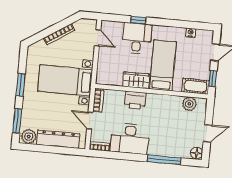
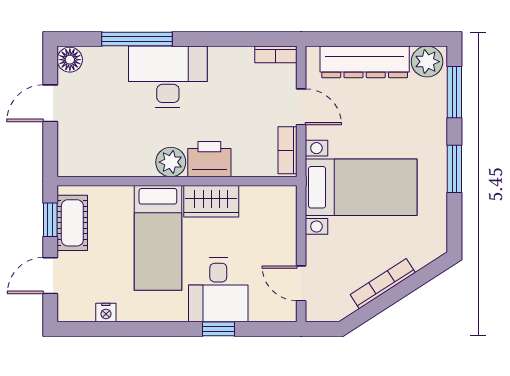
cot: (195, 86) -> (72, 223), moved, turned 90
plant: (189, 104) -> (171, 162), moved
desk: (130, 139) -> (168, 77), moved

